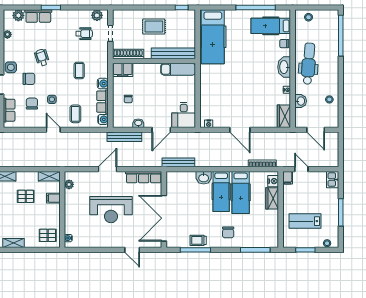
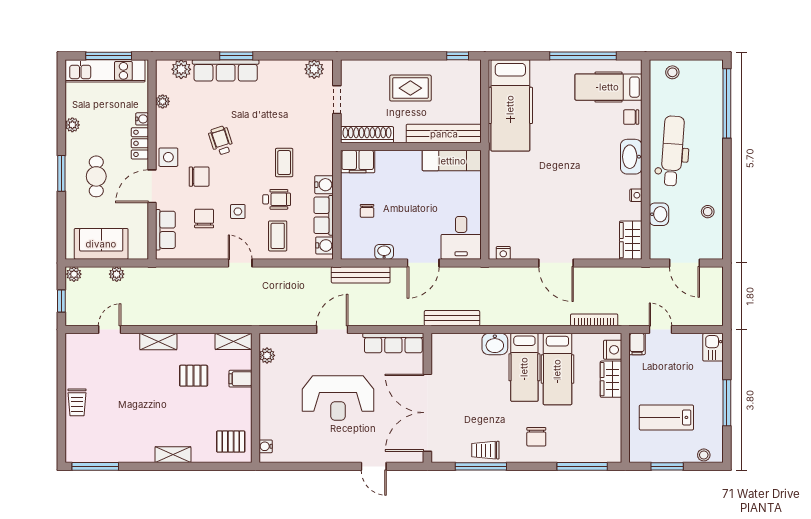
row of seats: (38, 16) -> (226, 70), width x1.48
wheelchair: (84, 34) -> (277, 199), moved

